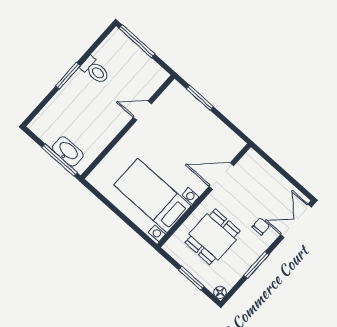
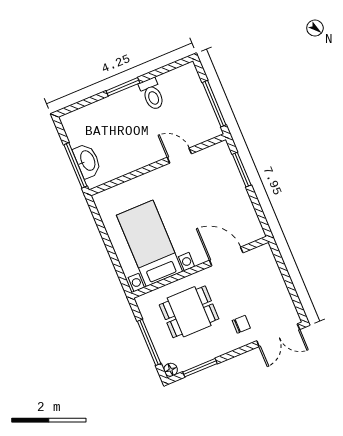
window: (137, 41) -> (214, 104), moved
double door: (296, 221) -> (278, 335), swing flipped
window: (256, 265) -> (200, 368), moved
window: (191, 278) -> (149, 342), width x1.44

